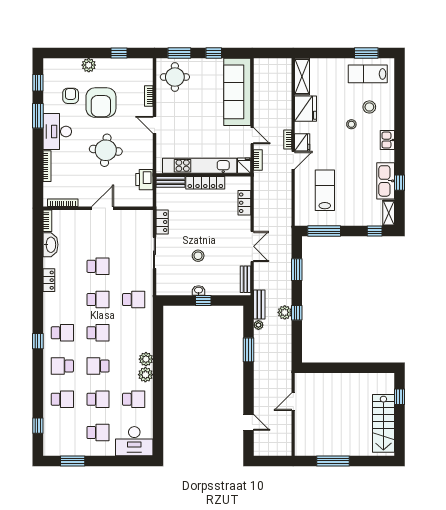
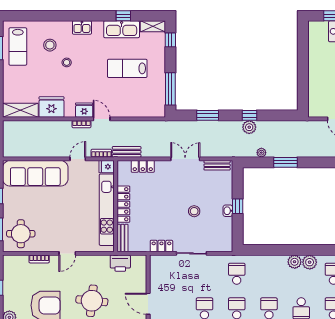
lab bench: (325, 190) -> (127, 68), moved
bench: (259, 305) -> (127, 152), moved

